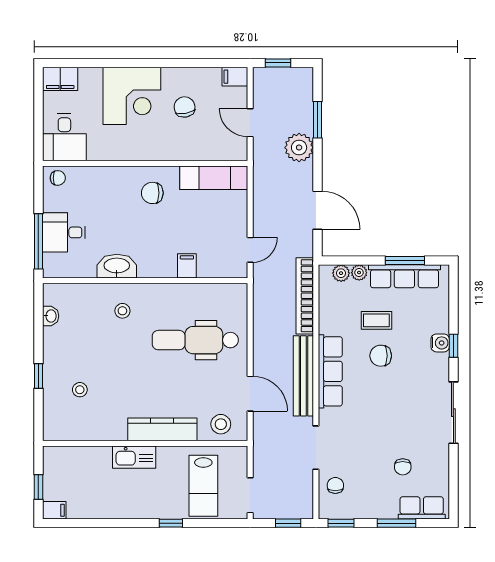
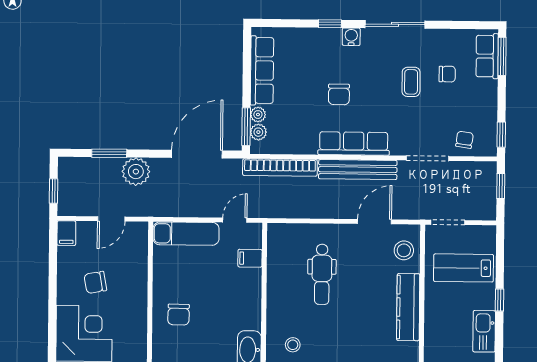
exam couch: (214, 178) -> (186, 234), moved, turned 90
door: (318, 210) -> (197, 154), width x1.36
door: (250, 250) -> (235, 220), hinge flipped
window: (405, 261) -> (246, 127), moved
filing cabinet: (187, 266) -> (250, 258), moved
coffee table: (376, 320) -> (411, 82), moved
dental chair: (195, 340) -> (322, 274), width x0.73, depth x0.72
water cooler: (440, 343) -> (351, 37), moved
kitchen sink: (134, 457) -> (484, 331), moved, turned 180
chair: (335, 485) -> (465, 140), turned 98
lab bench: (203, 486) -> (464, 268), turned 180
doorway: (250, 495) -> (448, 222), moved
window: (396, 523) -> (502, 56), moved

